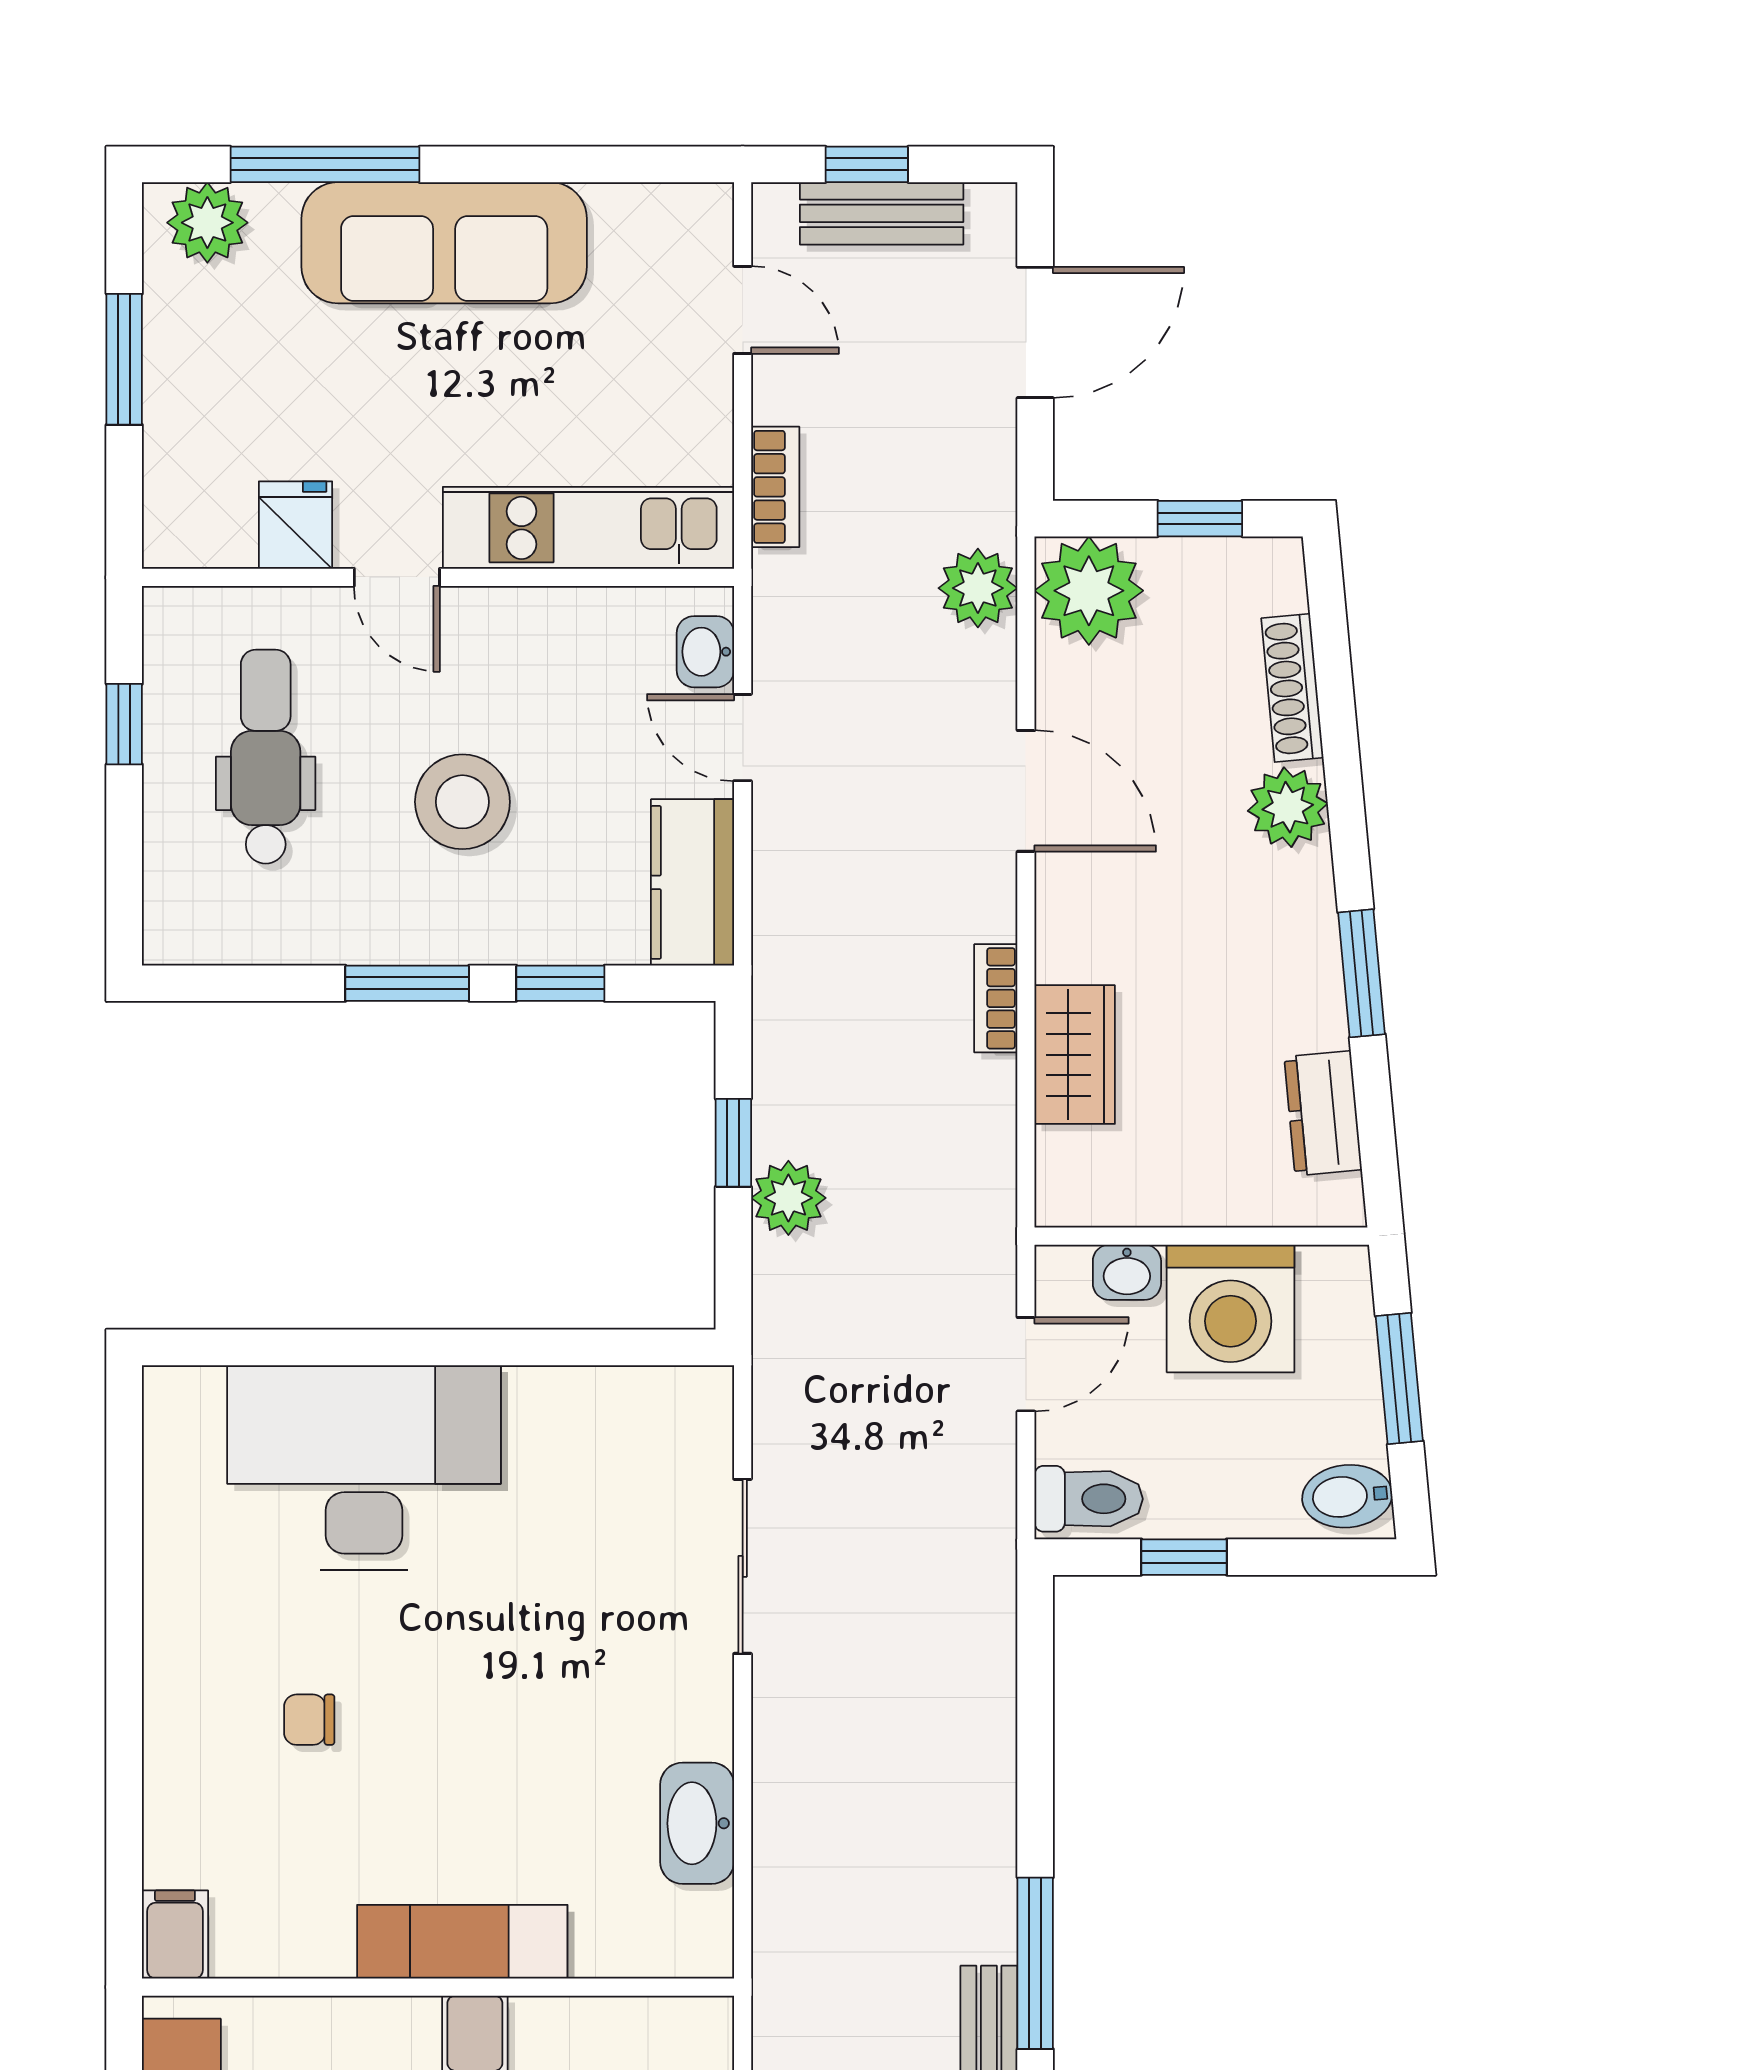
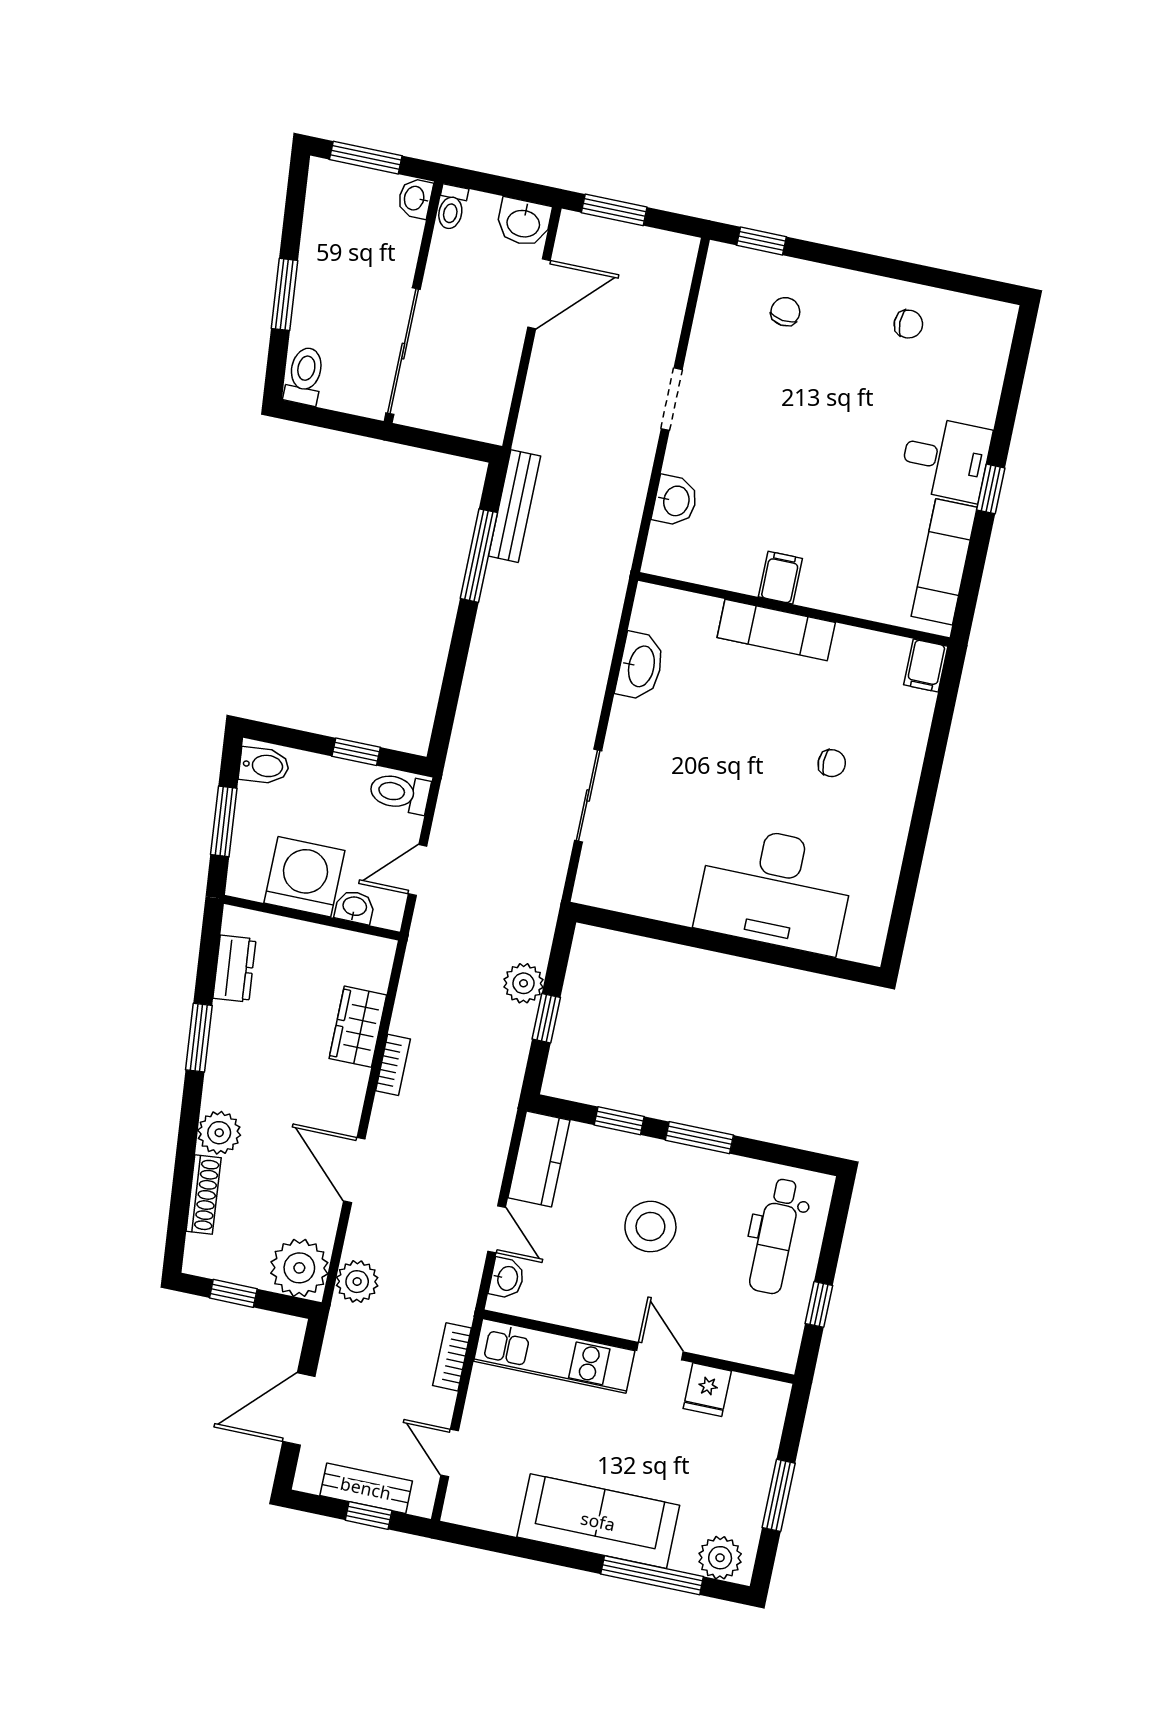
dental chair: (266, 757) -> (775, 1236), moved

